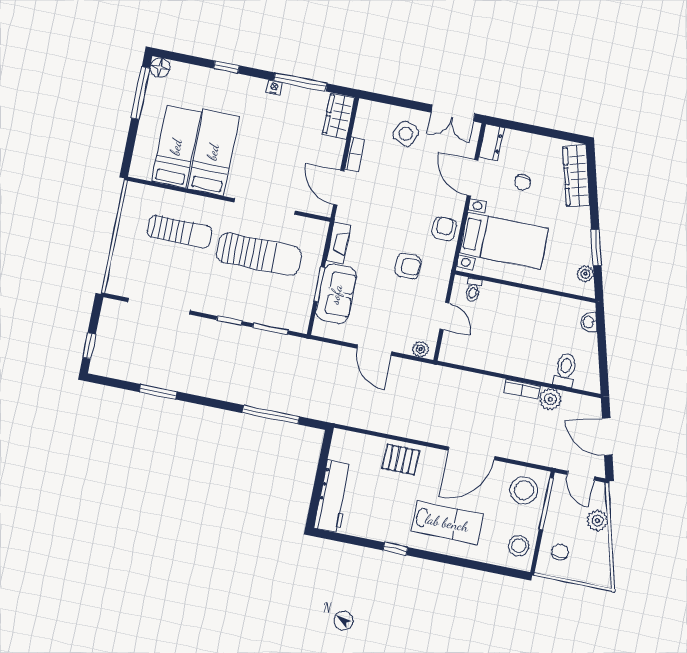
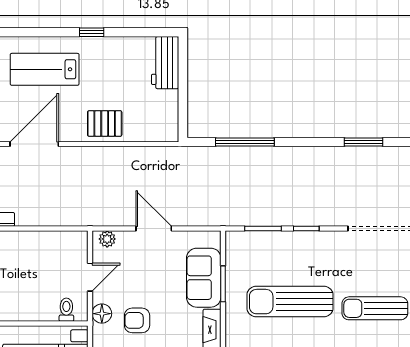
floor lamp: (440, 279) -> (102, 314), added
door: (444, 316) -> (90, 277), swing flipped
workbench: (333, 496) -> (165, 63), width x0.73

